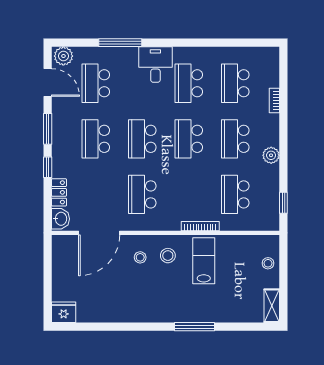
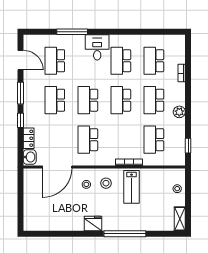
plant: (63, 56) -> (32, 41), removed
lab bench: (204, 261) -> (131, 187), turned 180
fridge: (64, 312) -> (93, 223), moved
window: (194, 327) -> (125, 234), width x1.46

